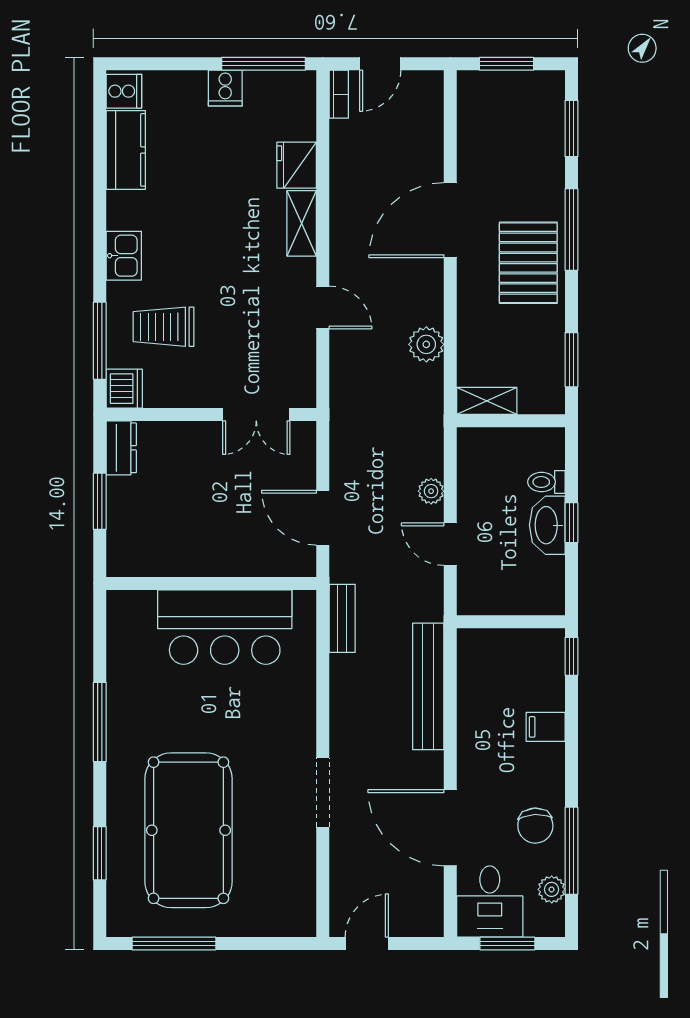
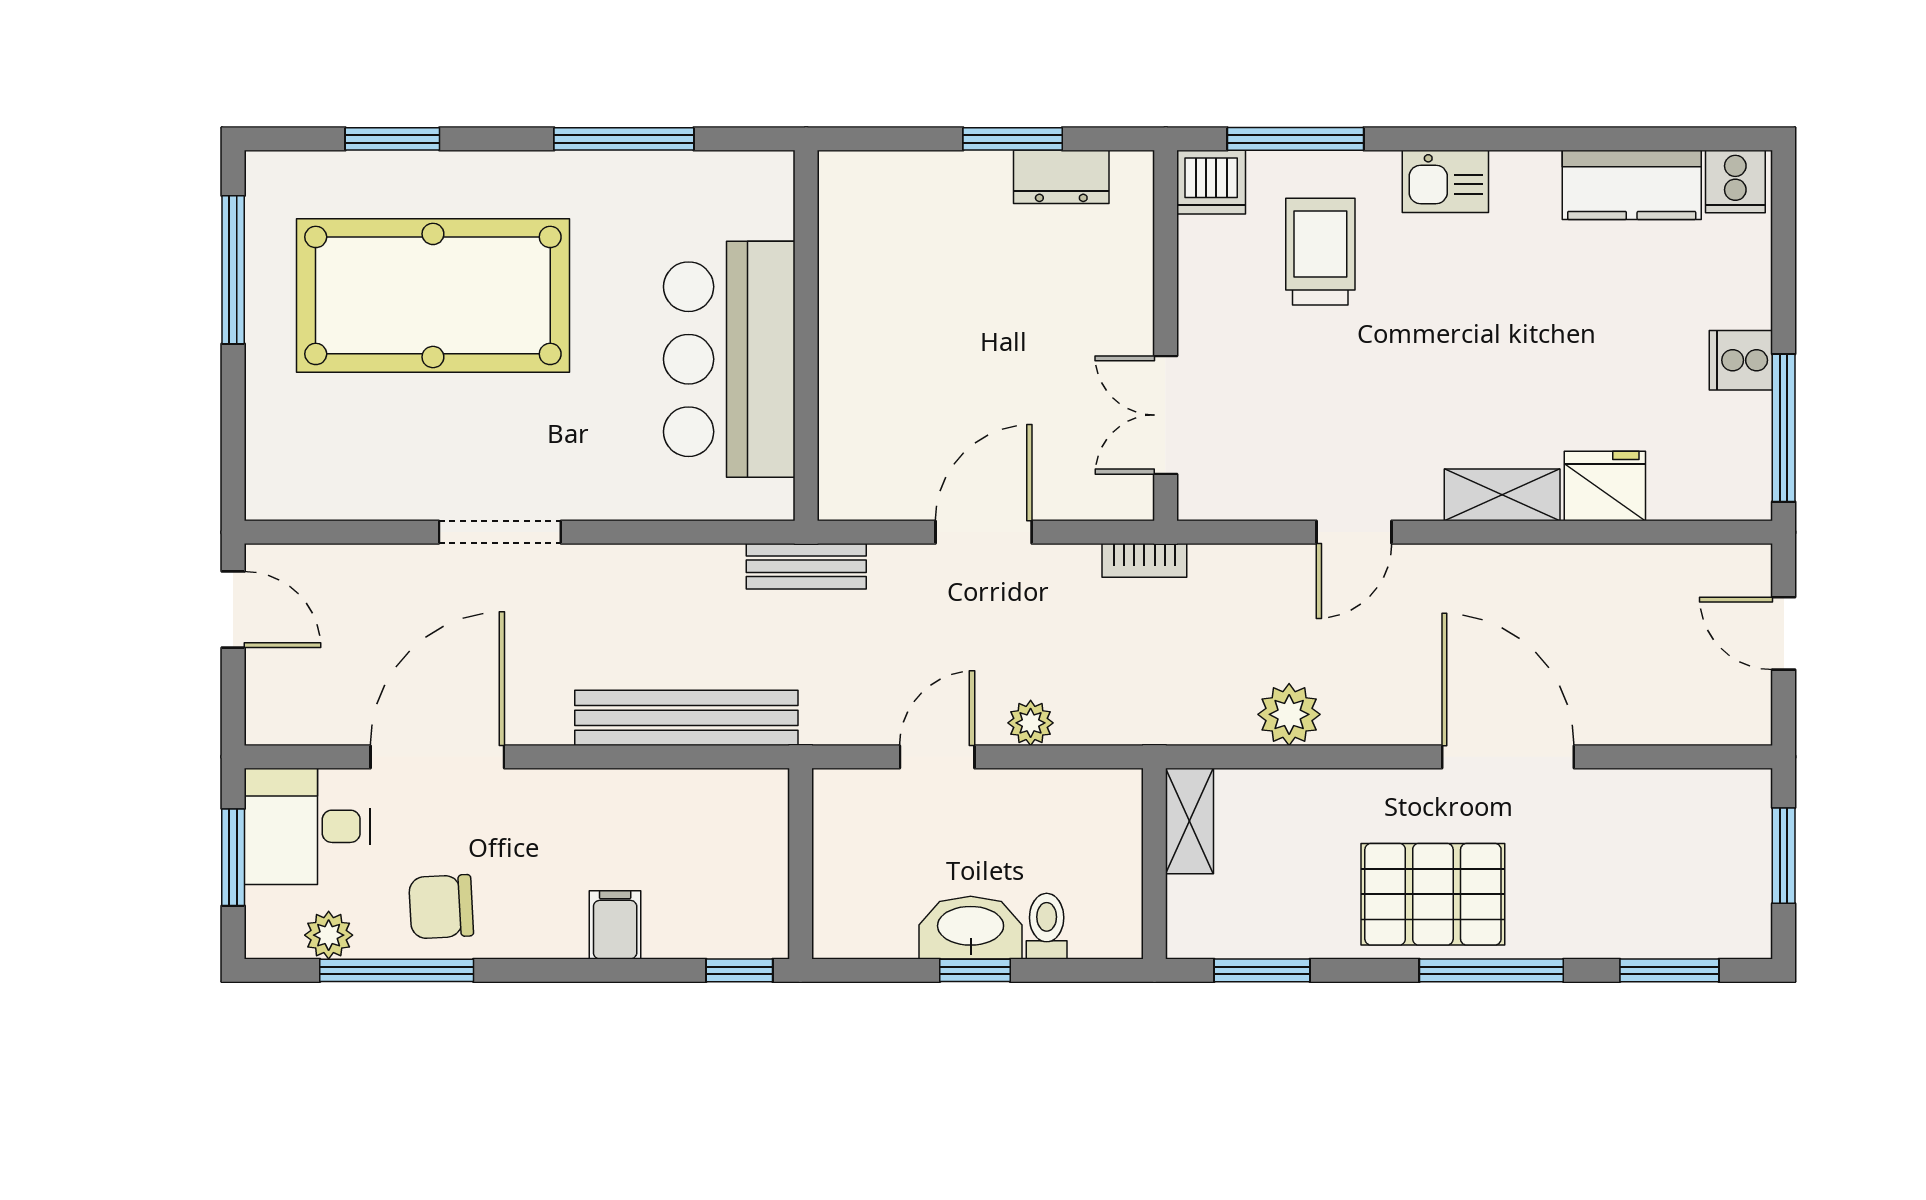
bookcase: (339, 94) -> (1144, 560), moved
dresser: (121, 448) -> (1061, 177), moved
wall: (211, 583) -> (806, 336), moved
bar counter: (225, 627) -> (729, 359), moved

